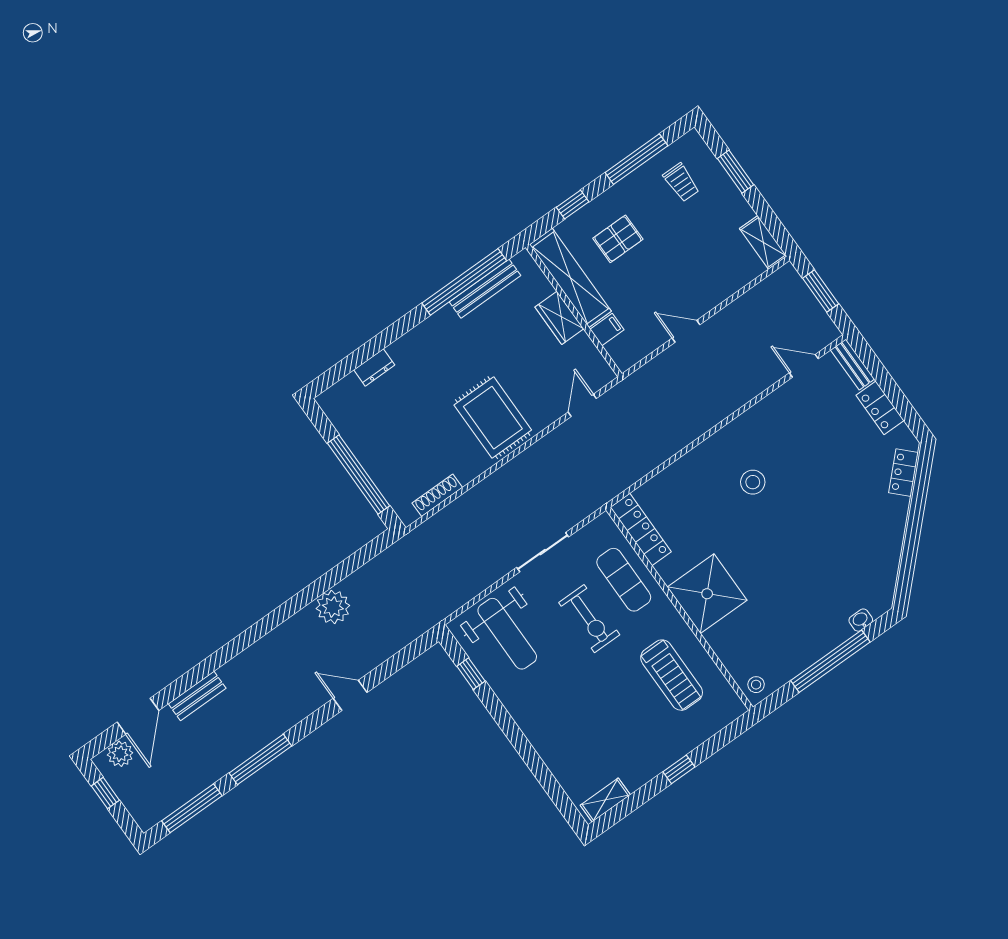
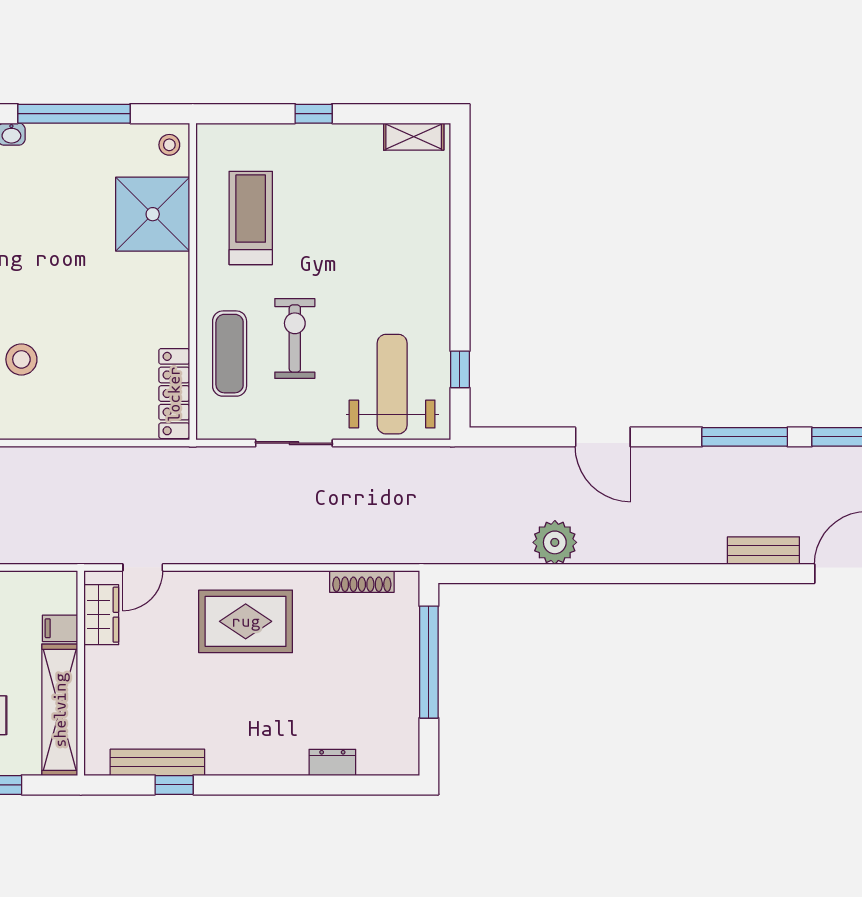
window: (464, 282) -> (174, 785), width x0.32
wardrobe: (559, 318) -> (101, 615), moved
rug: (493, 418) -> (246, 621), turned 90
shower: (707, 594) -> (153, 214), moved
door: (350, 695) -> (603, 437), width x1.38

